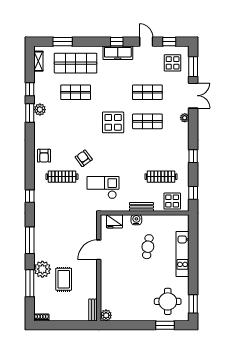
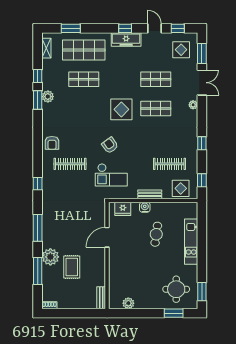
armchair: (84, 158) -> (110, 145), moved
checkout: (103, 188) -> (111, 175), turned 180
plant: (106, 315) -> (128, 303), moved

